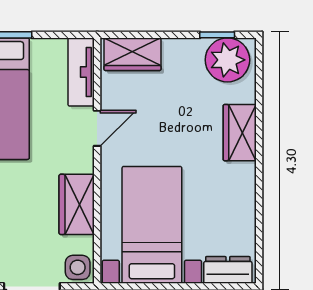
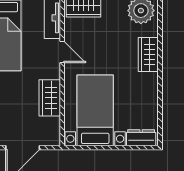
door: (97, 128) -> (62, 52), hinge flipped
side table: (78, 267) -> (50, 136), removed

